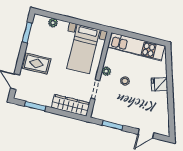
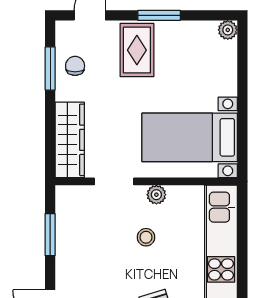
plant: (53, 23) -> (228, 30), moved
window: (27, 32) -> (159, 15), moved
chair: (37, 94) -> (75, 66), added

